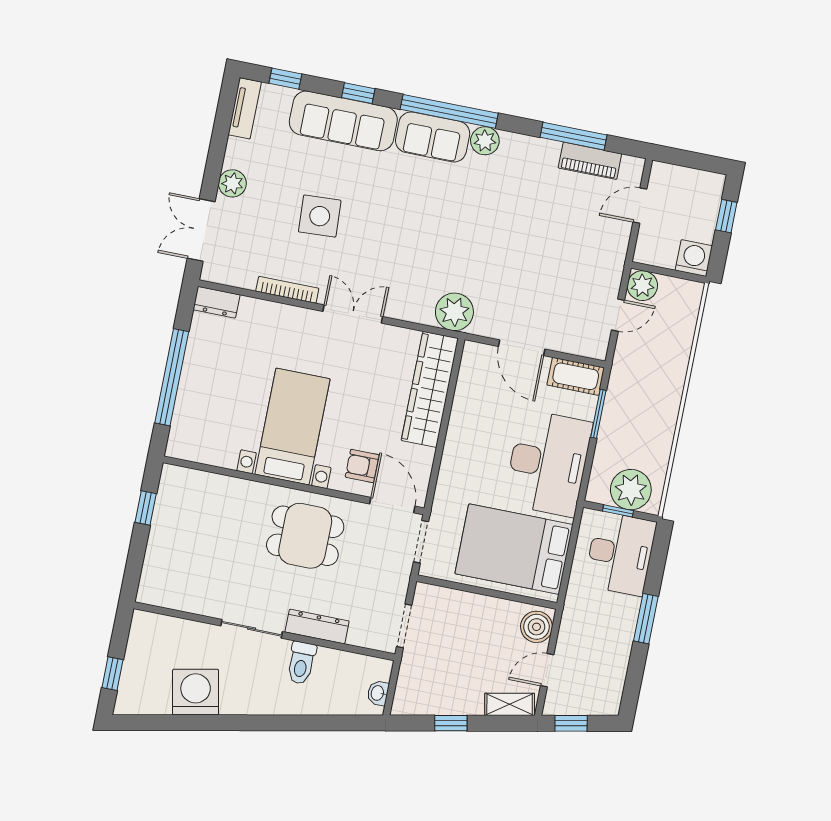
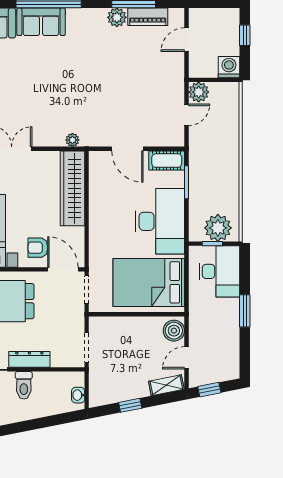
plant: (485, 141) -> (117, 17), moved
plant: (454, 312) -> (72, 140), width x0.53, depth x0.53

